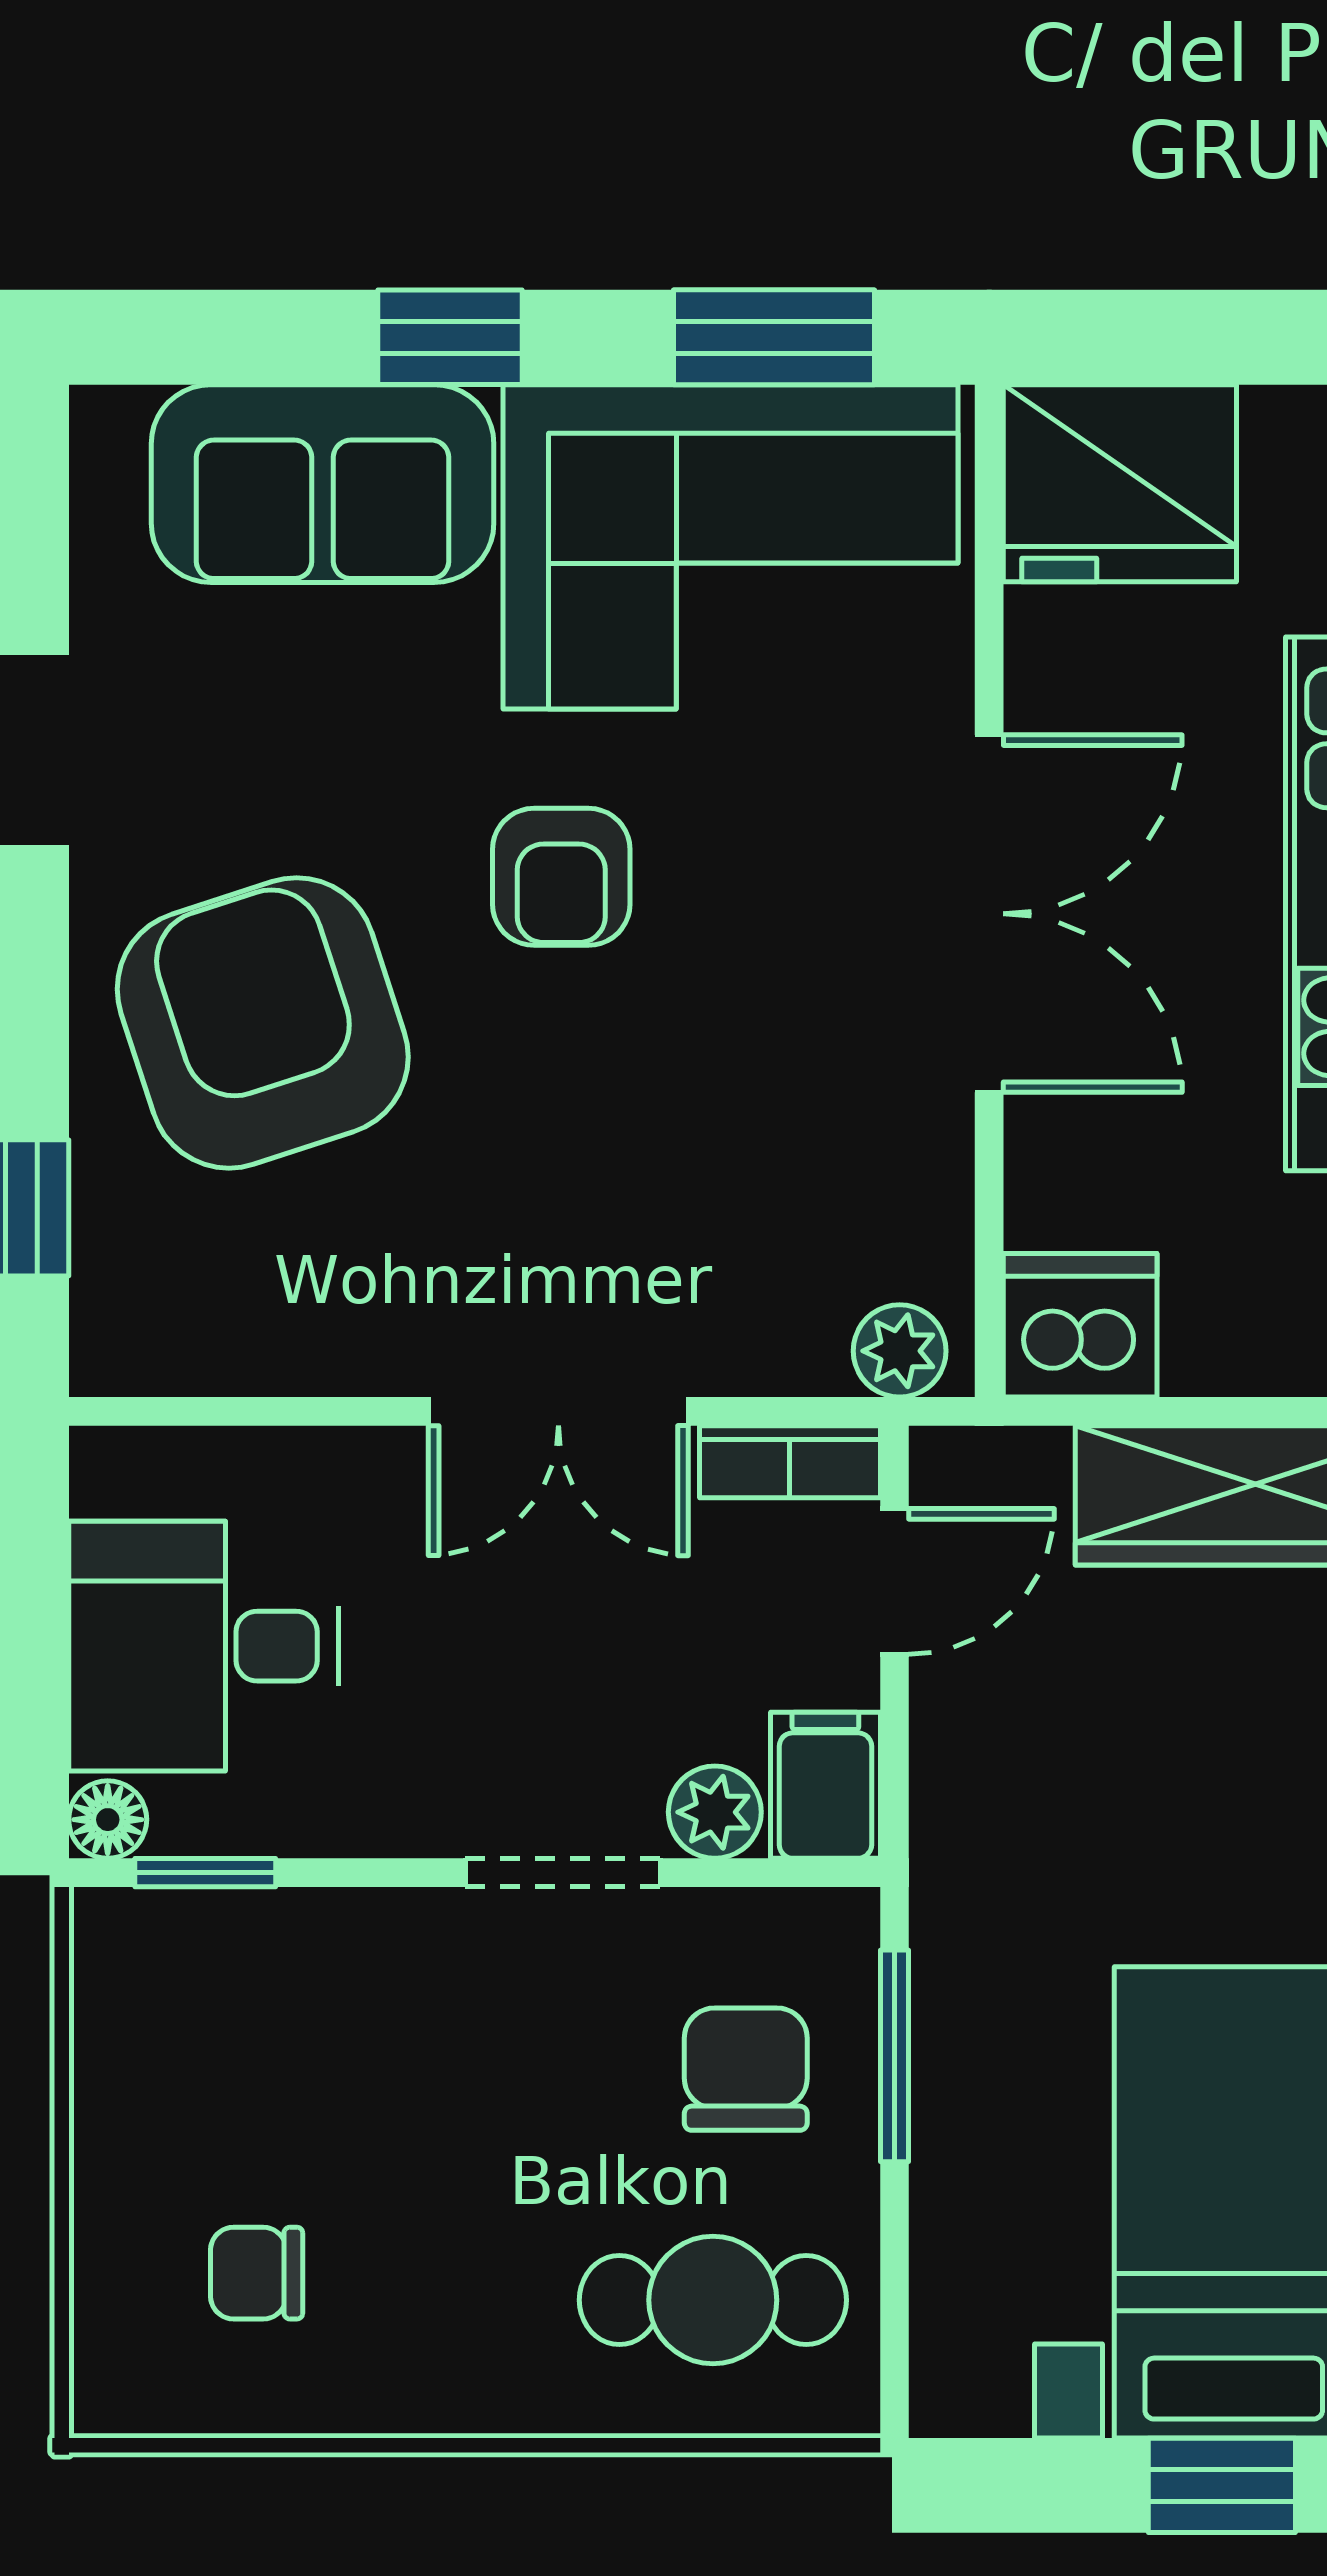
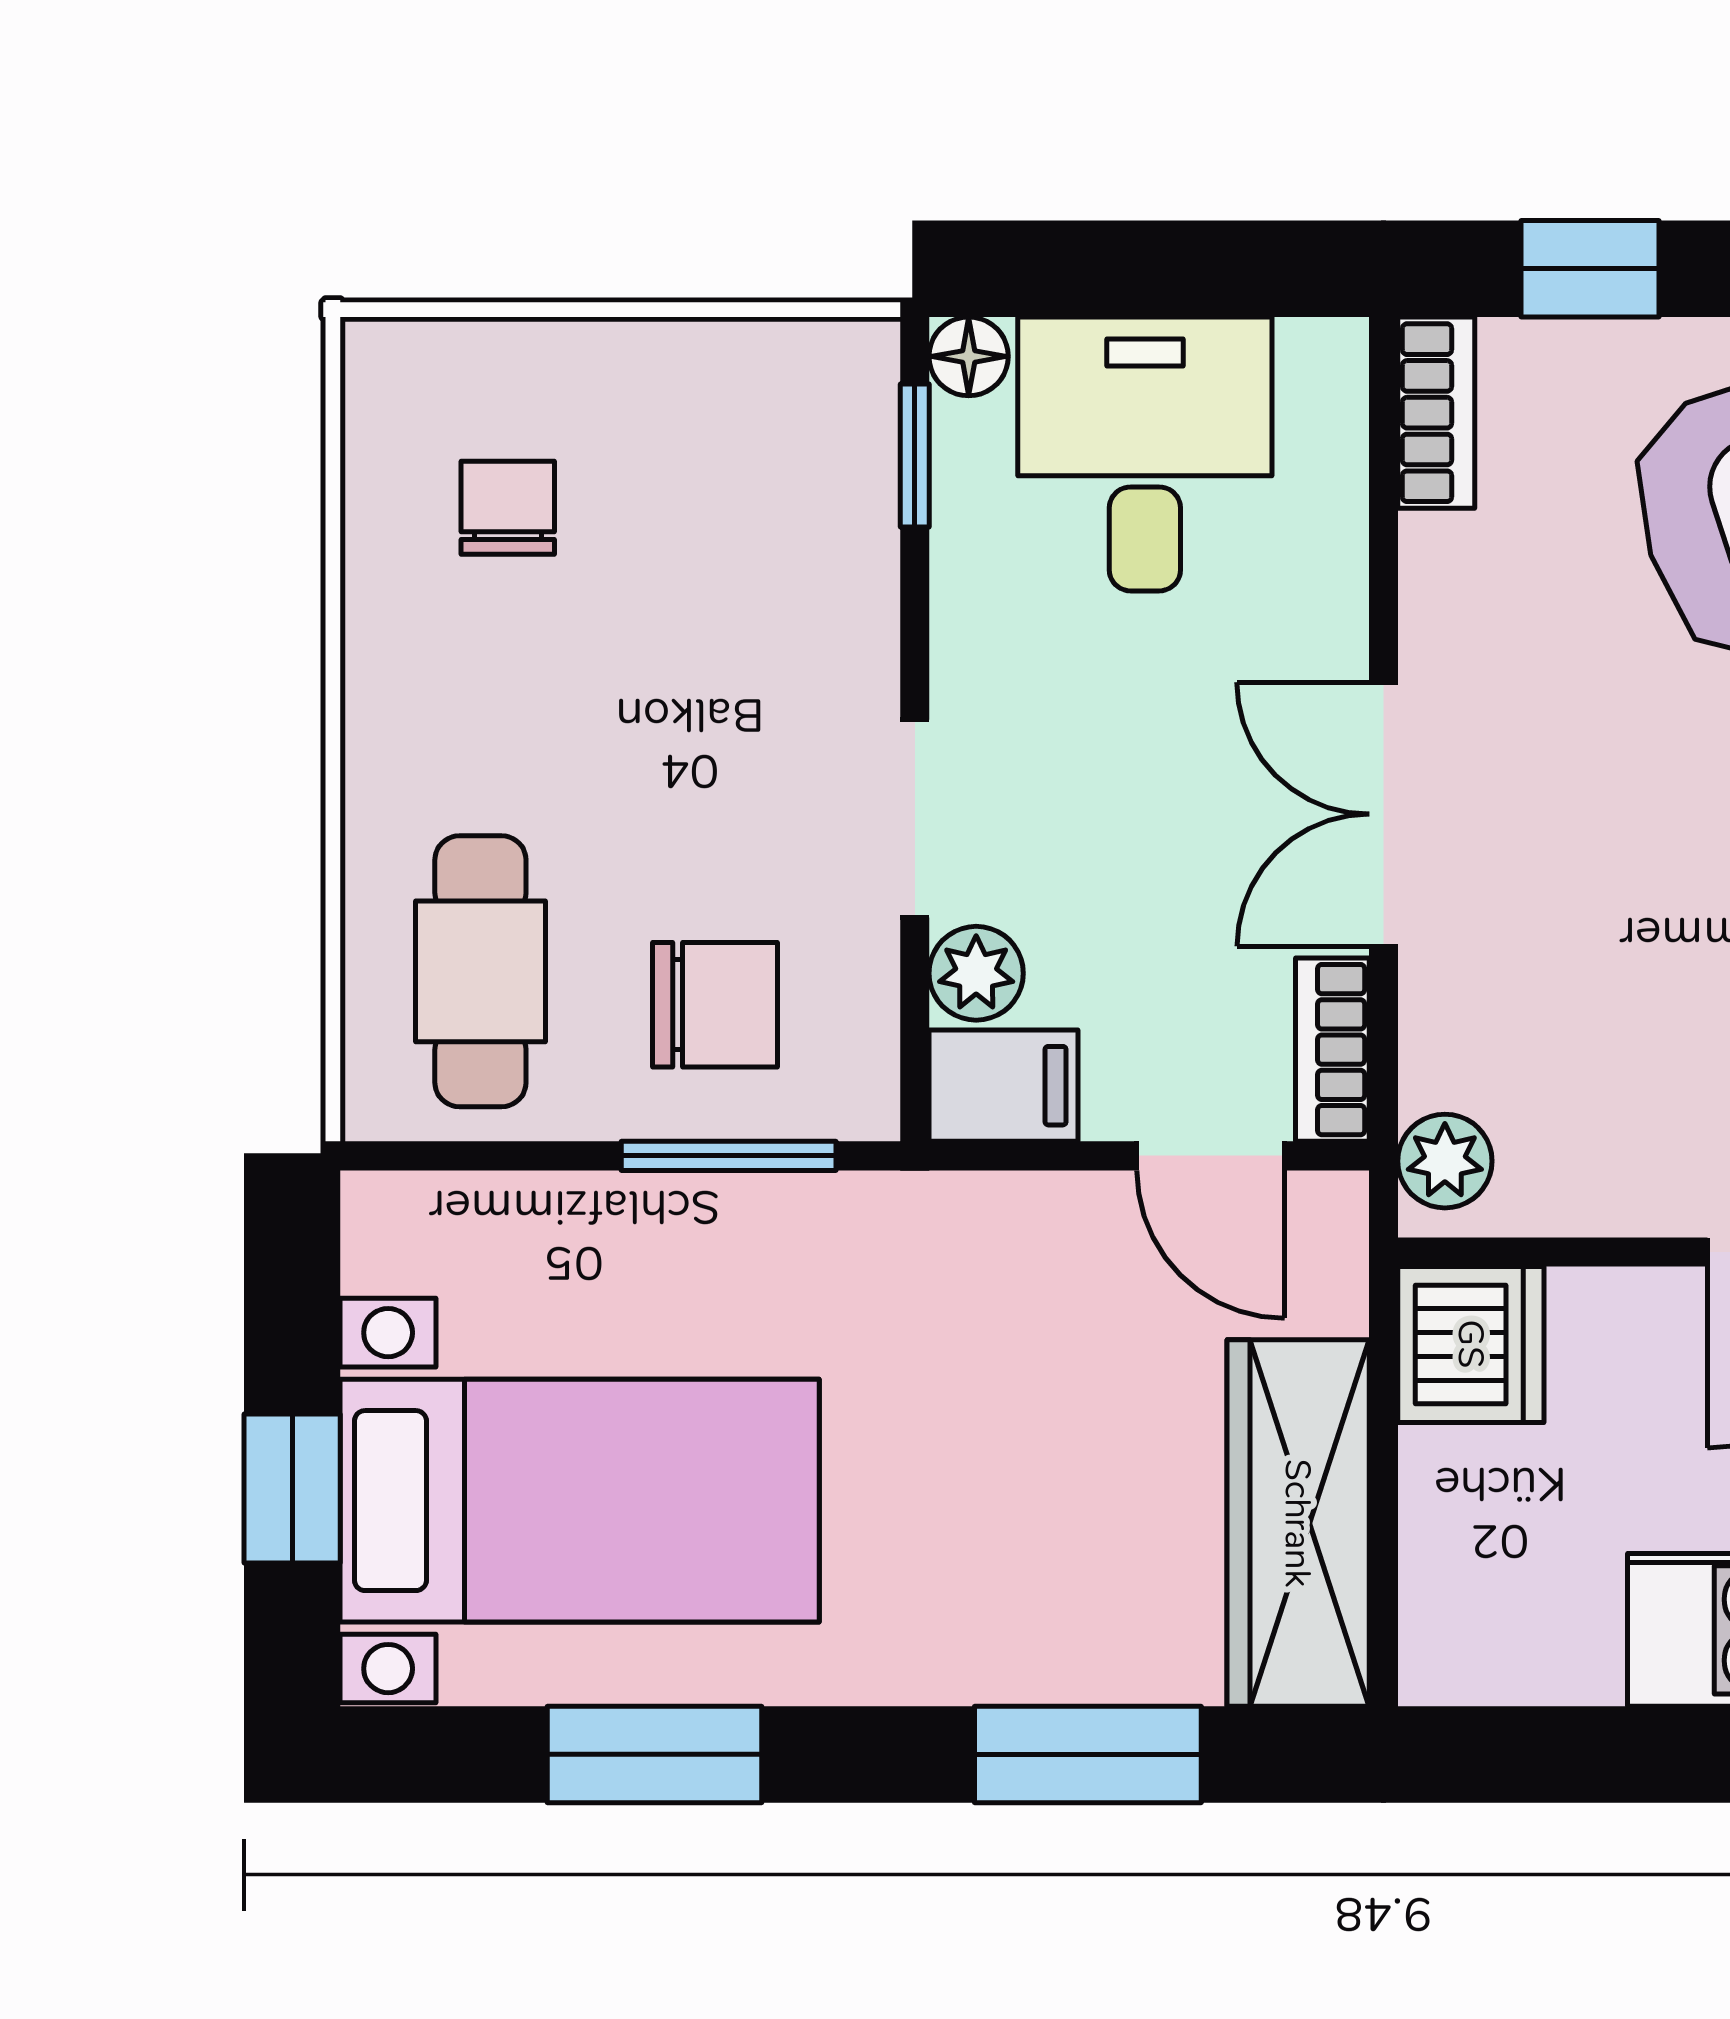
bookcase: (163, 1359) -> (1436, 413), added

